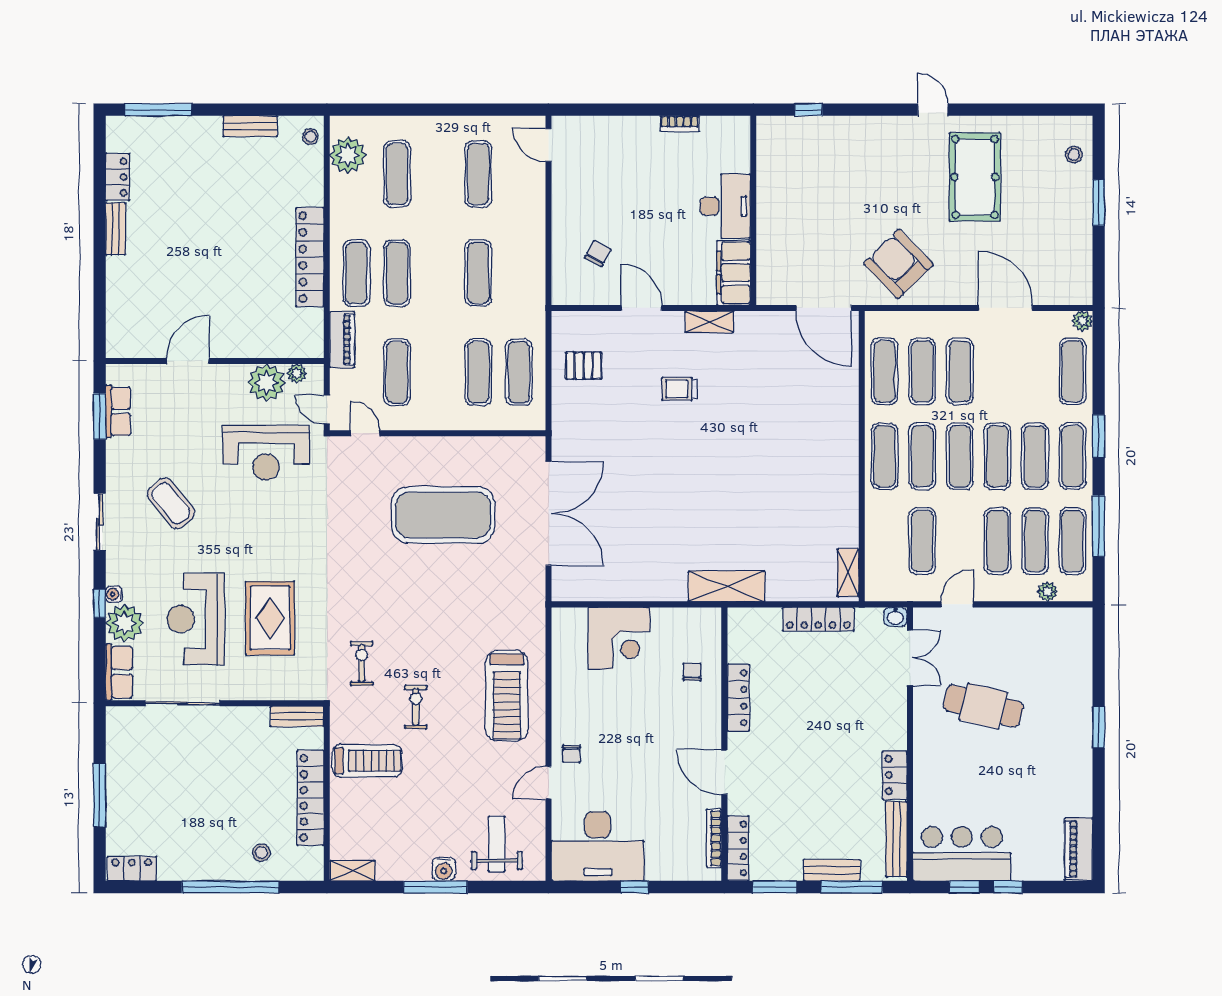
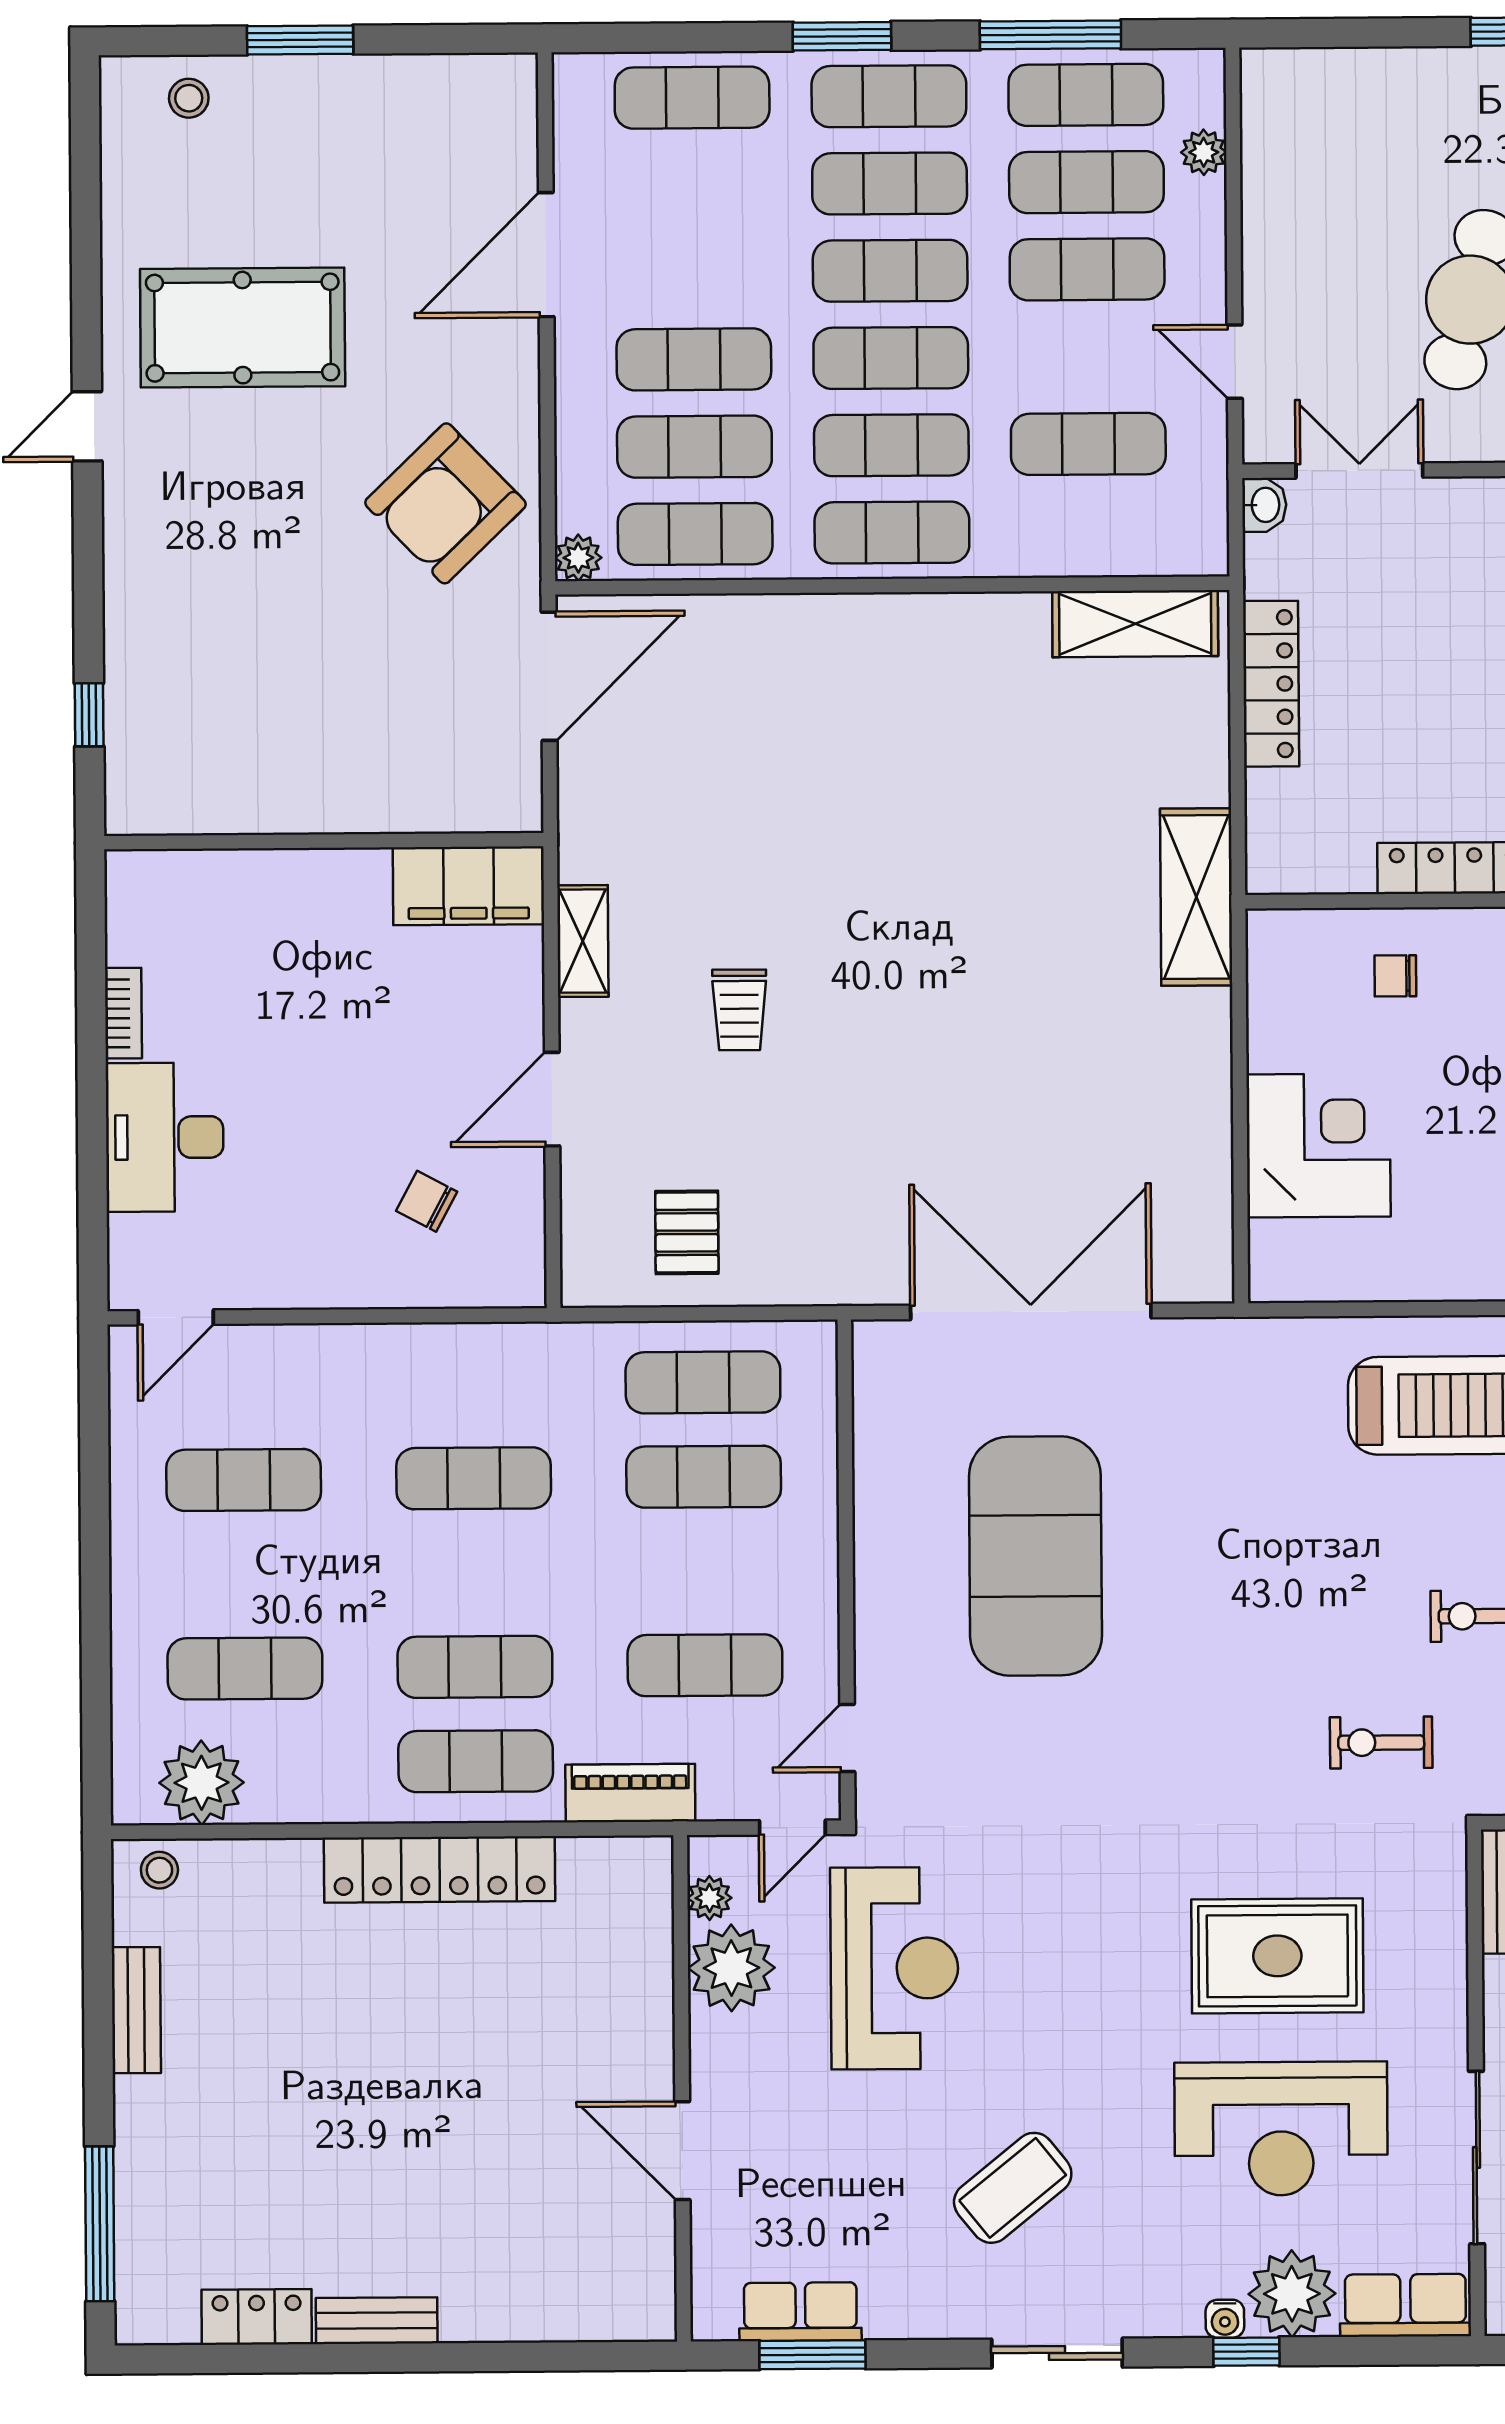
desk: (725, 206) -> (165, 1137), moved, turned -90
plant: (1082, 321) -> (578, 558), moved
shelving: (848, 573) -> (1135, 624), width x1.50, depth x1.33

